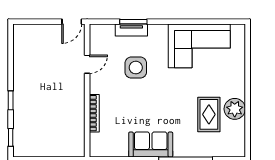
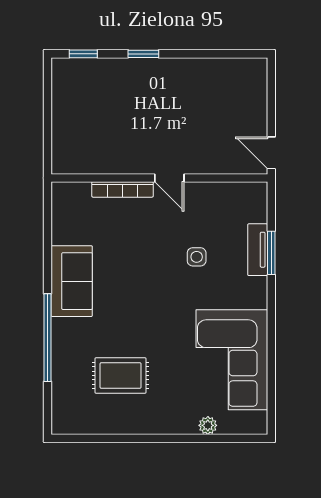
door: (87, 64) -> (169, 178), moved
side table: (136, 68) -> (197, 257), width x0.54, depth x0.54
plant: (235, 109) -> (208, 425), moved, width x0.53, depth x0.53

